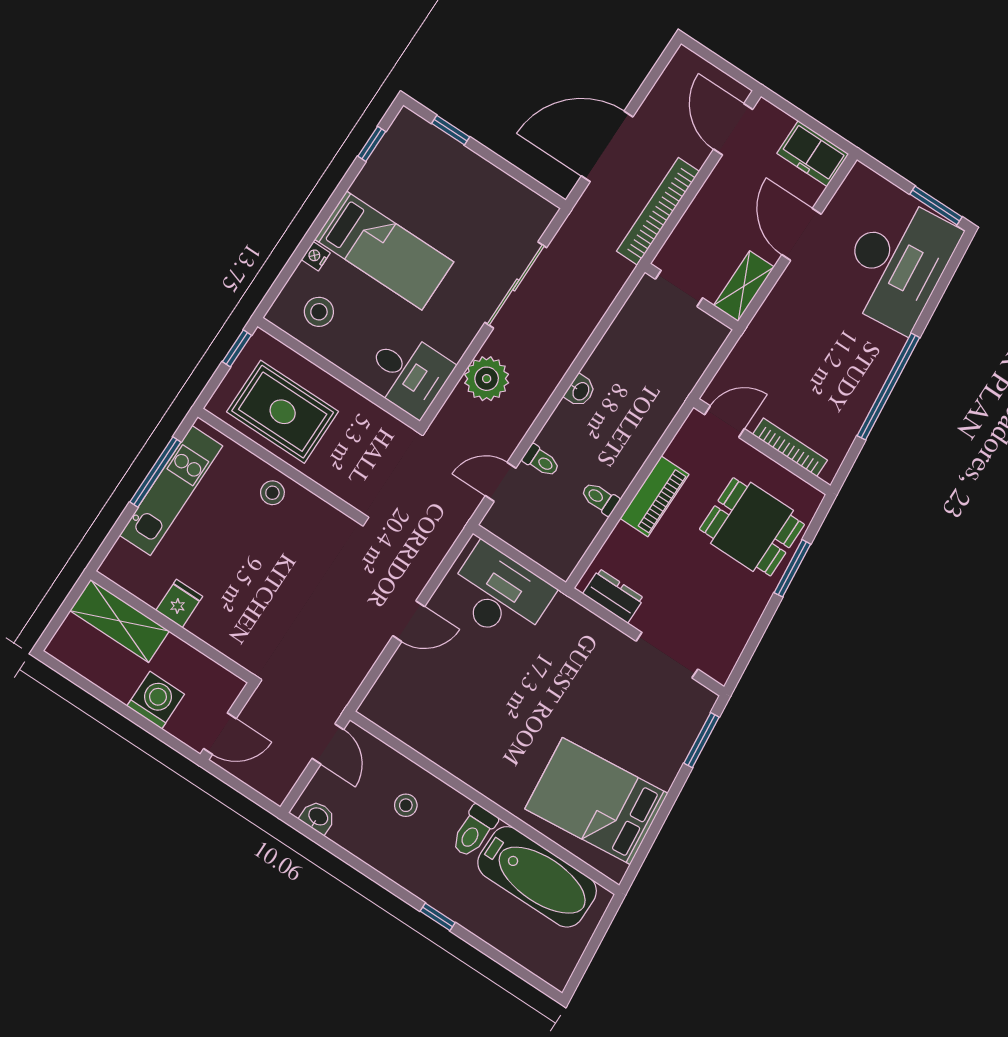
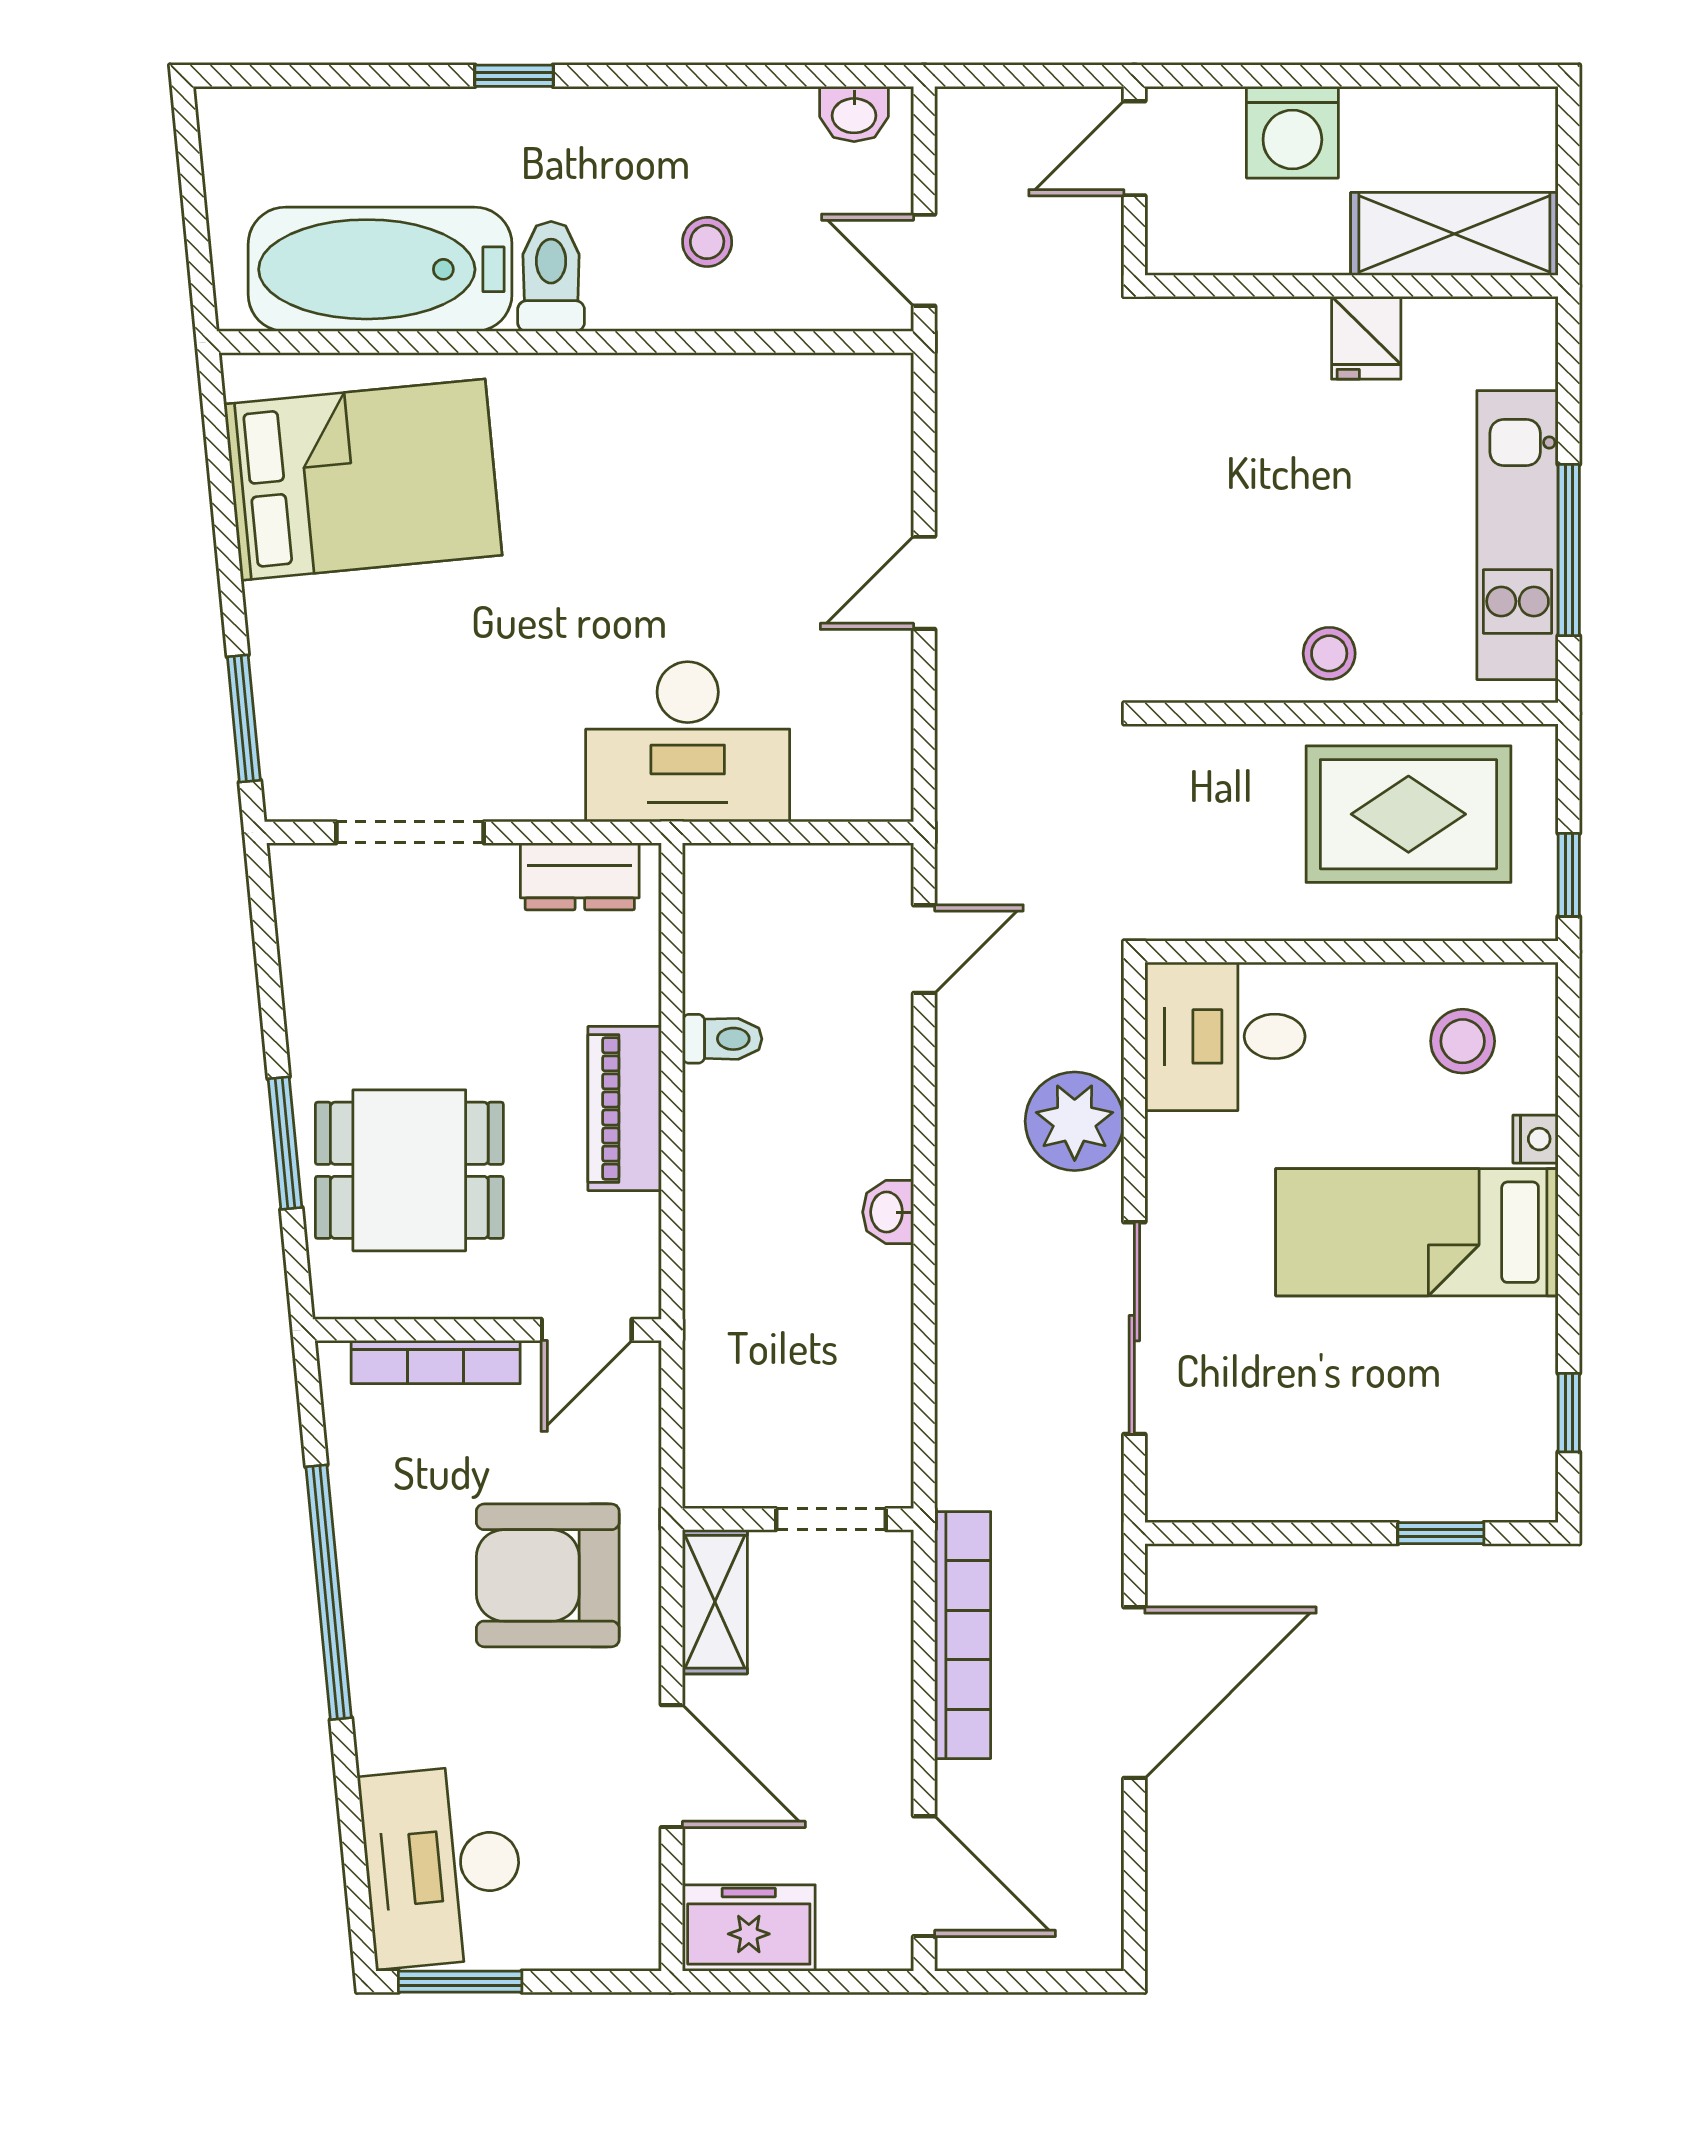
desk: (897, 263) -> (442, 1866), width x0.73, depth x0.77
armchair: (801, 338) -> (548, 1575), added
toilet: (541, 461) -> (875, 1036), removed
desk: (500, 594) -> (688, 742), moved

